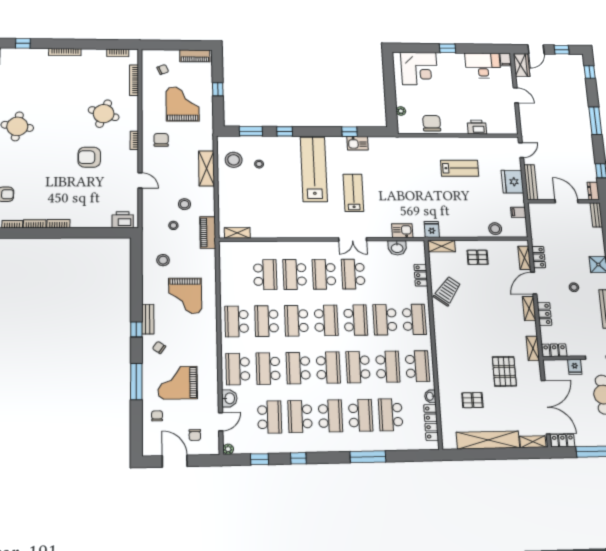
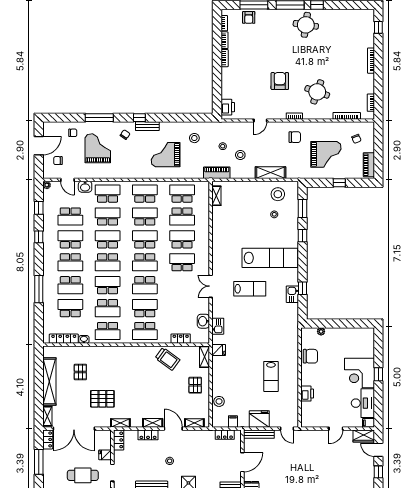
corner desk: (419, 69) -> (359, 373), moved
locker: (539, 257) -> (225, 435), moved
school desk: (353, 274) -> (182, 194), moved

